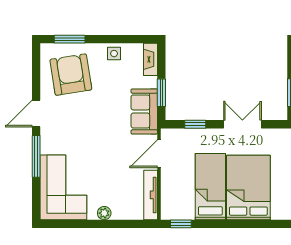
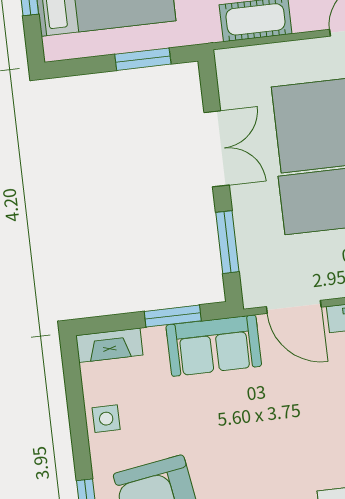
window: (195, 124) -> (227, 242), width x1.50
double door: (242, 124) -> (217, 149), swing flipped

